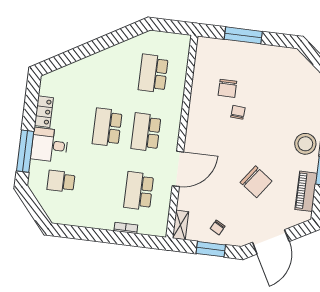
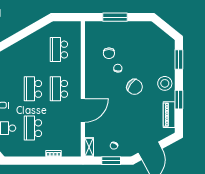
chair: (256, 182) -> (135, 87), moved
school desk: (139, 191) -> (33, 128), moved

